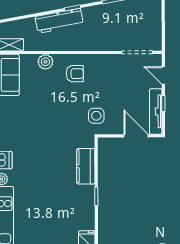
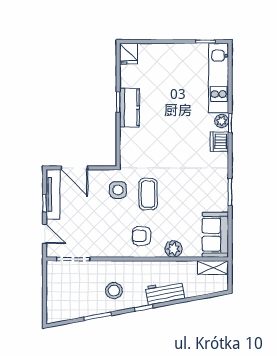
workbench: (59, 21) -> (165, 293), width x0.73
stool: (100, 24) -> (114, 291), added
coffee table: (69, 112) -> (148, 194), added
kitchen counter: (86, 166) -> (129, 108), moved

